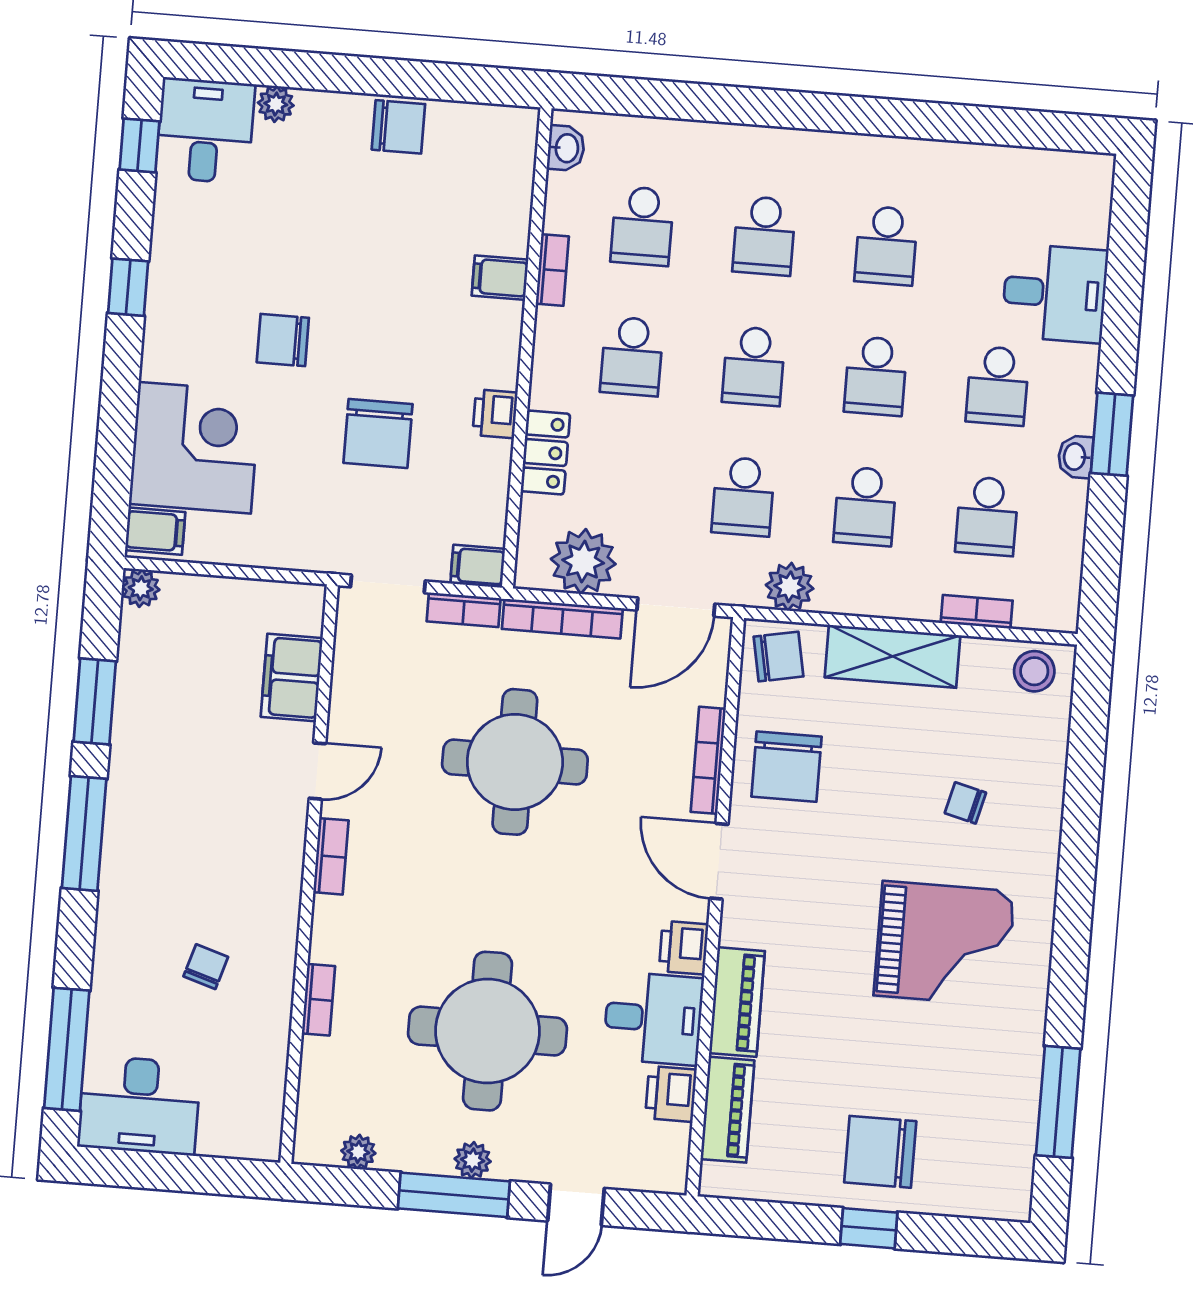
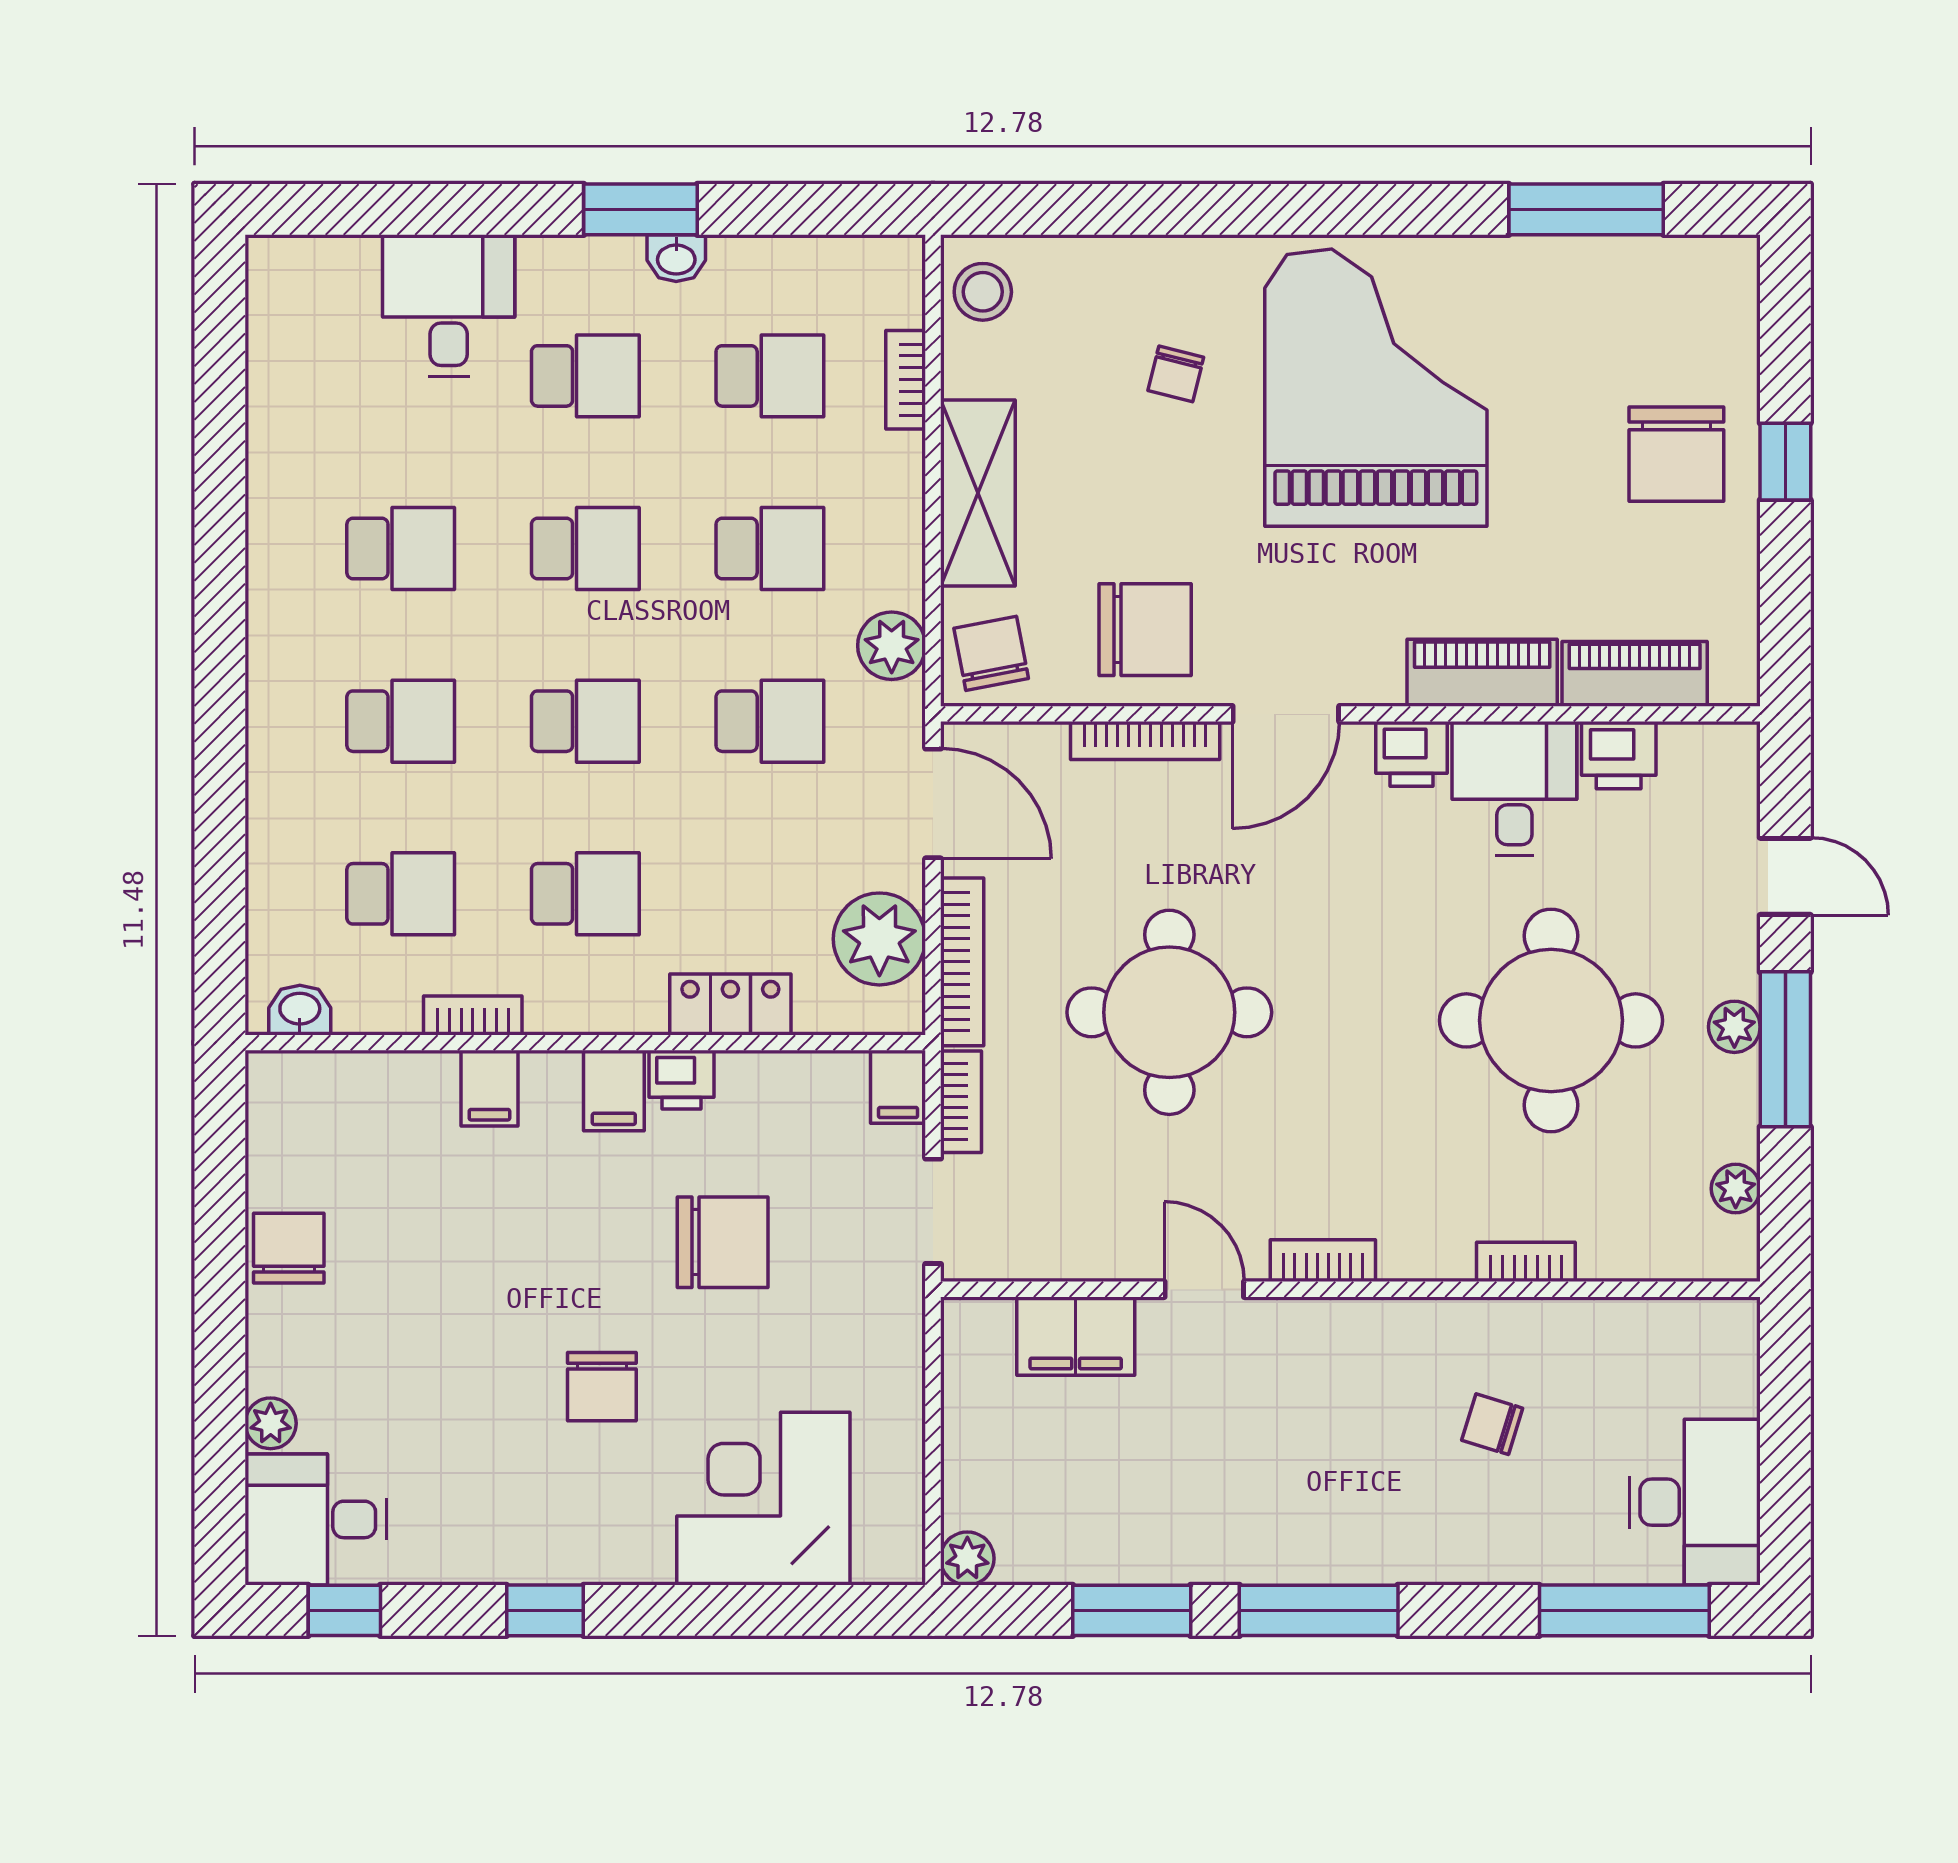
filing cabinet: (155, 531) -> (614, 1091), moved, turned 180
grand piano: (944, 943) -> (1376, 388), width x1.37, depth x1.48

